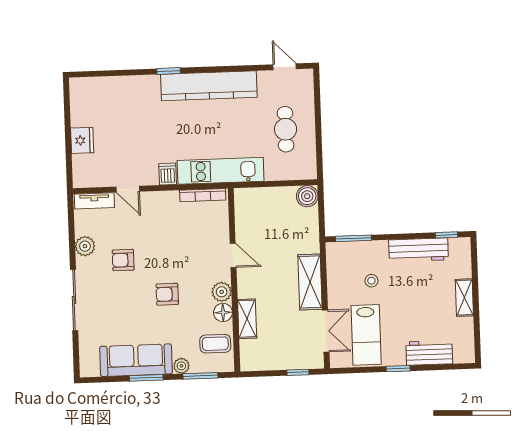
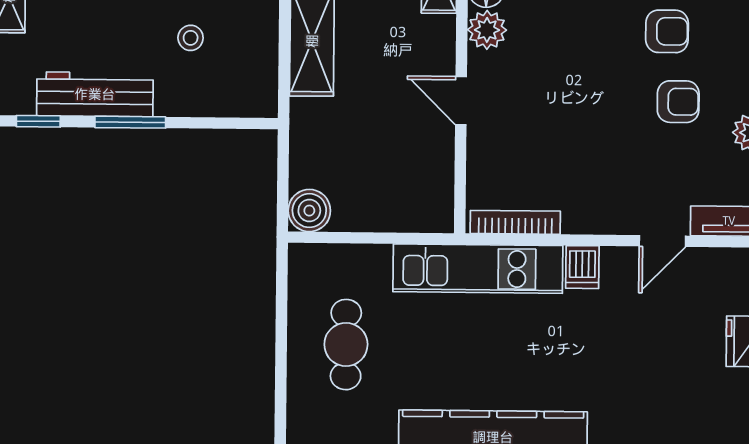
door: (128, 189) -> (662, 241), swing flipped
window: (353, 238) -> (130, 122), moved
armchair: (167, 294) -> (667, 31), moved

